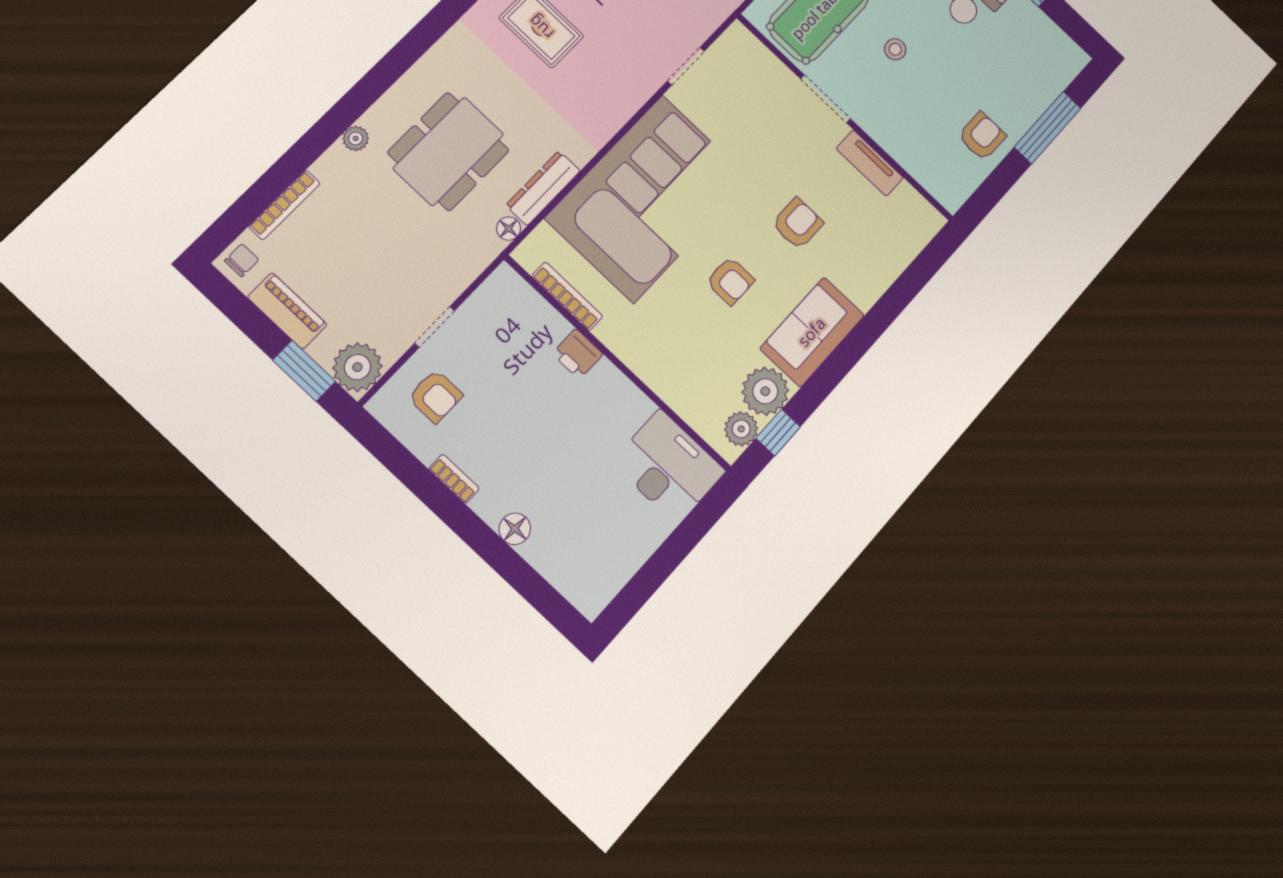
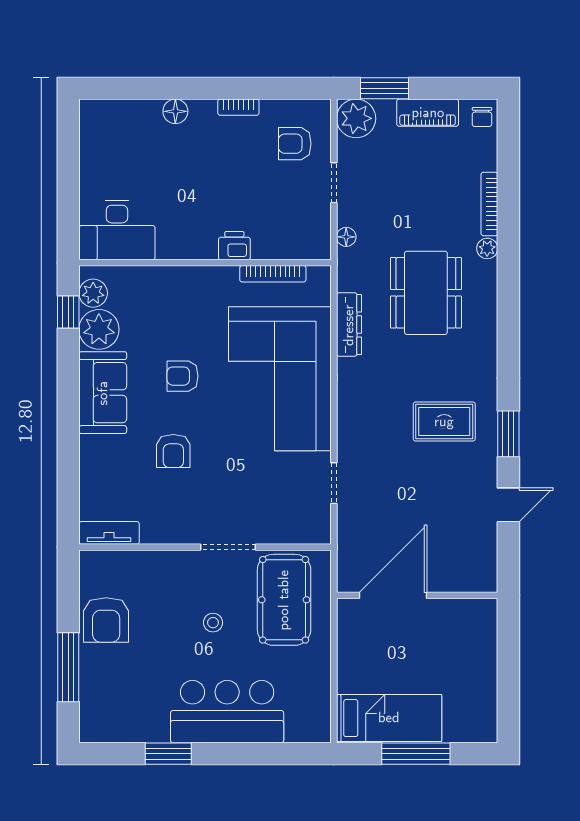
armchair: (982, 136) -> (106, 620), width x1.38, depth x1.38
tv unit: (870, 163) -> (109, 533), moved
bookcase: (284, 205) -> (489, 204), moved
floor lamp: (509, 229) -> (346, 237), moved

